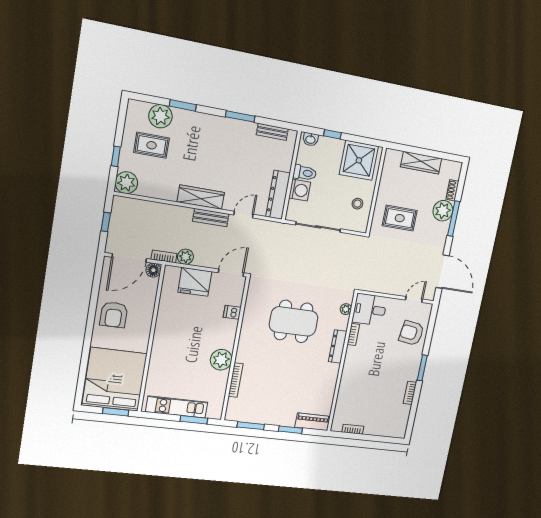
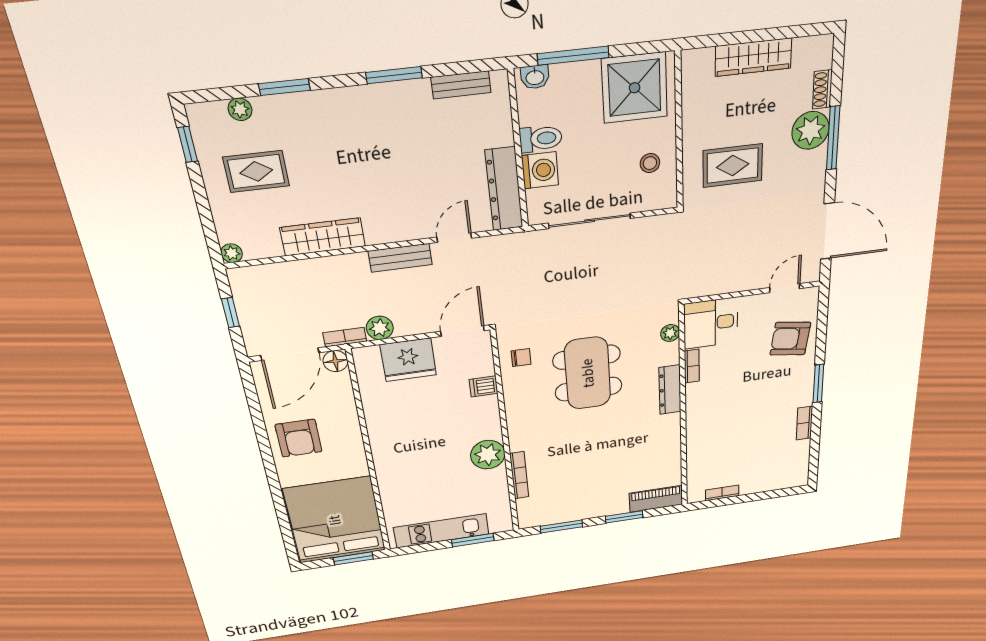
plant: (160, 116) -> (240, 109), width x0.53, depth x0.53
window: (332, 134) -> (573, 56), width x2.17
window: (116, 156) -> (188, 144), moved
plant: (126, 183) -> (232, 253), width x0.53, depth x0.53
wardrobe: (201, 197) -> (323, 237), moved
chair: (259, 300) -> (521, 358), added
dining table: (294, 321) -> (588, 373), turned 90

